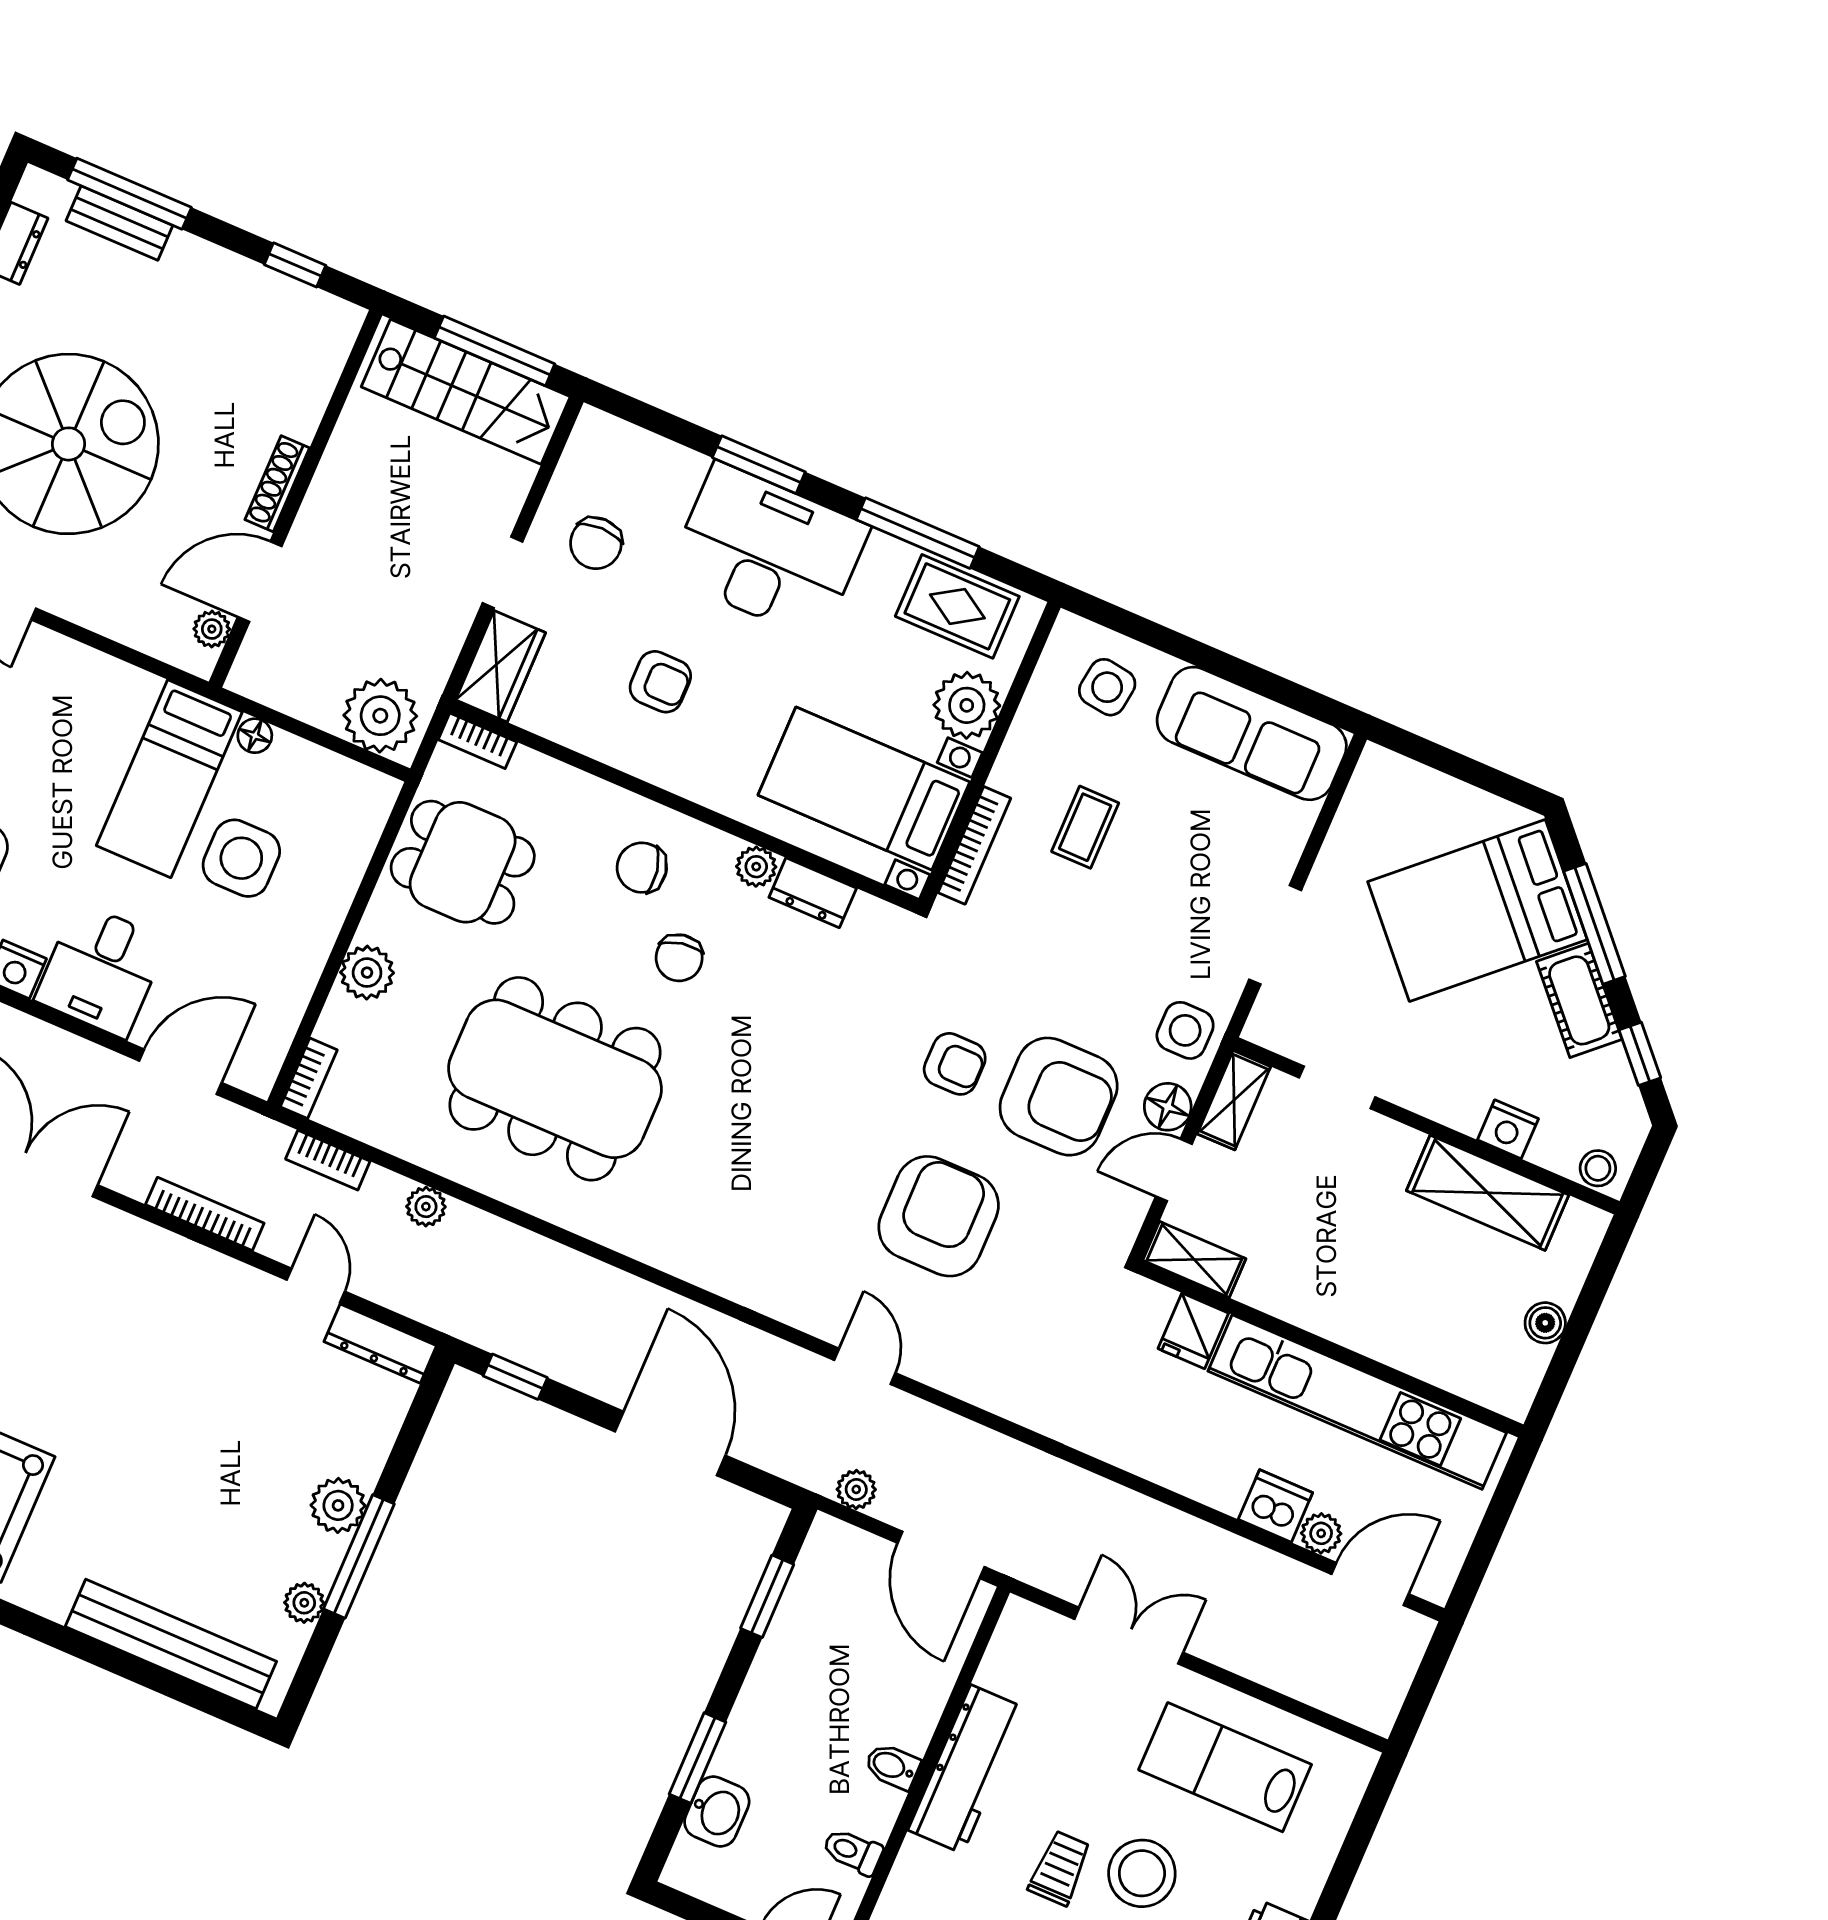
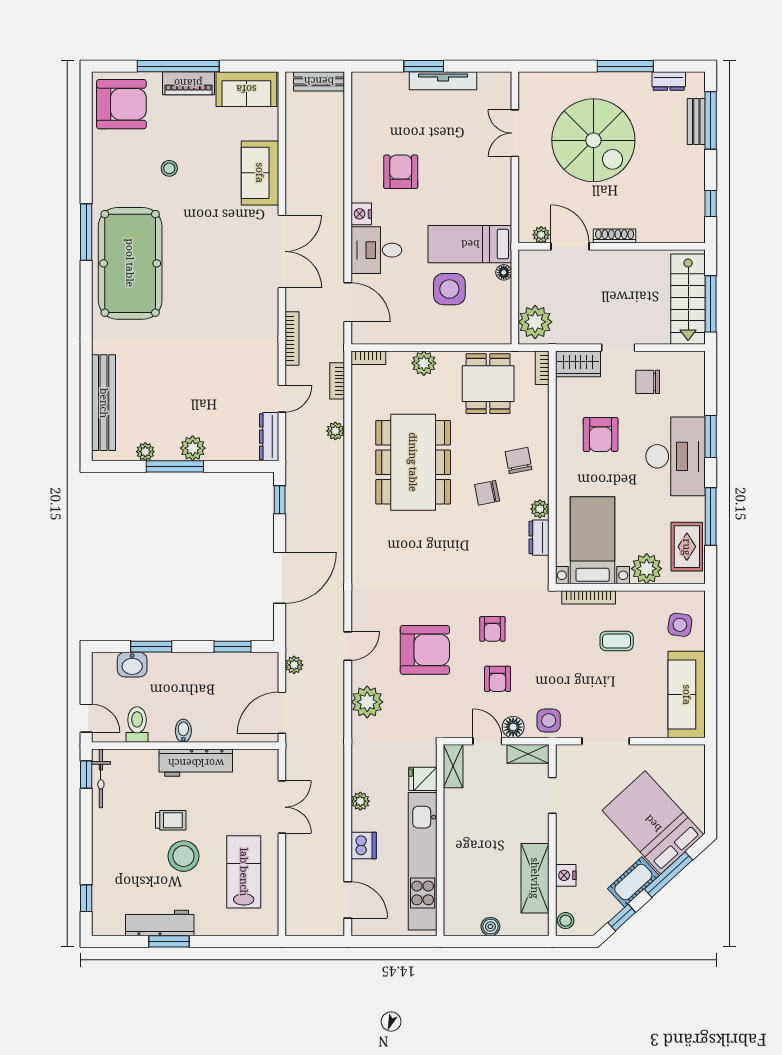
armchair: (660, 682) -> (601, 434), width x1.38, depth x1.38
armchair: (1059, 1097) -> (498, 679), width x0.53, depth x0.53
plant: (993, 1376) -> (367, 702), added
plant: (1321, 1533) -> (360, 801), moved
toilet: (853, 1851) -> (137, 724), width x1.37, depth x1.39

